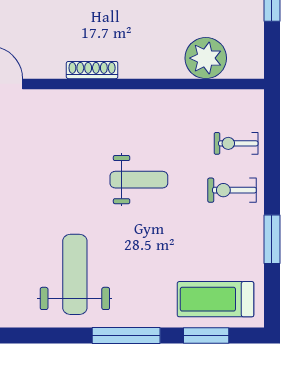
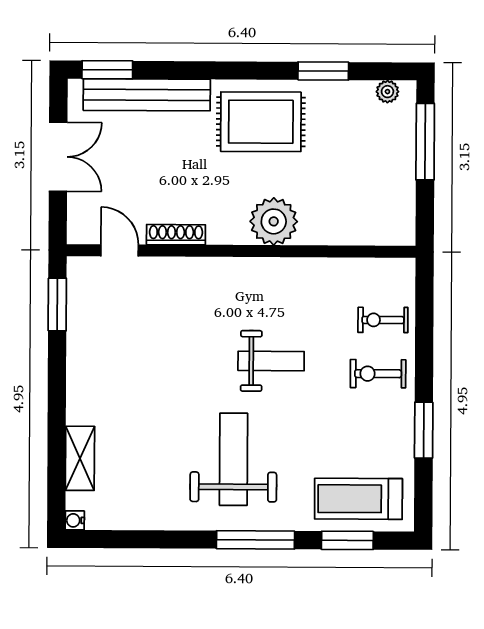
plant: (206, 58) -> (274, 221), moved
shoe rack: (92, 70) -> (176, 235), moved
weight bench: (75, 274) -> (233, 459), moved

